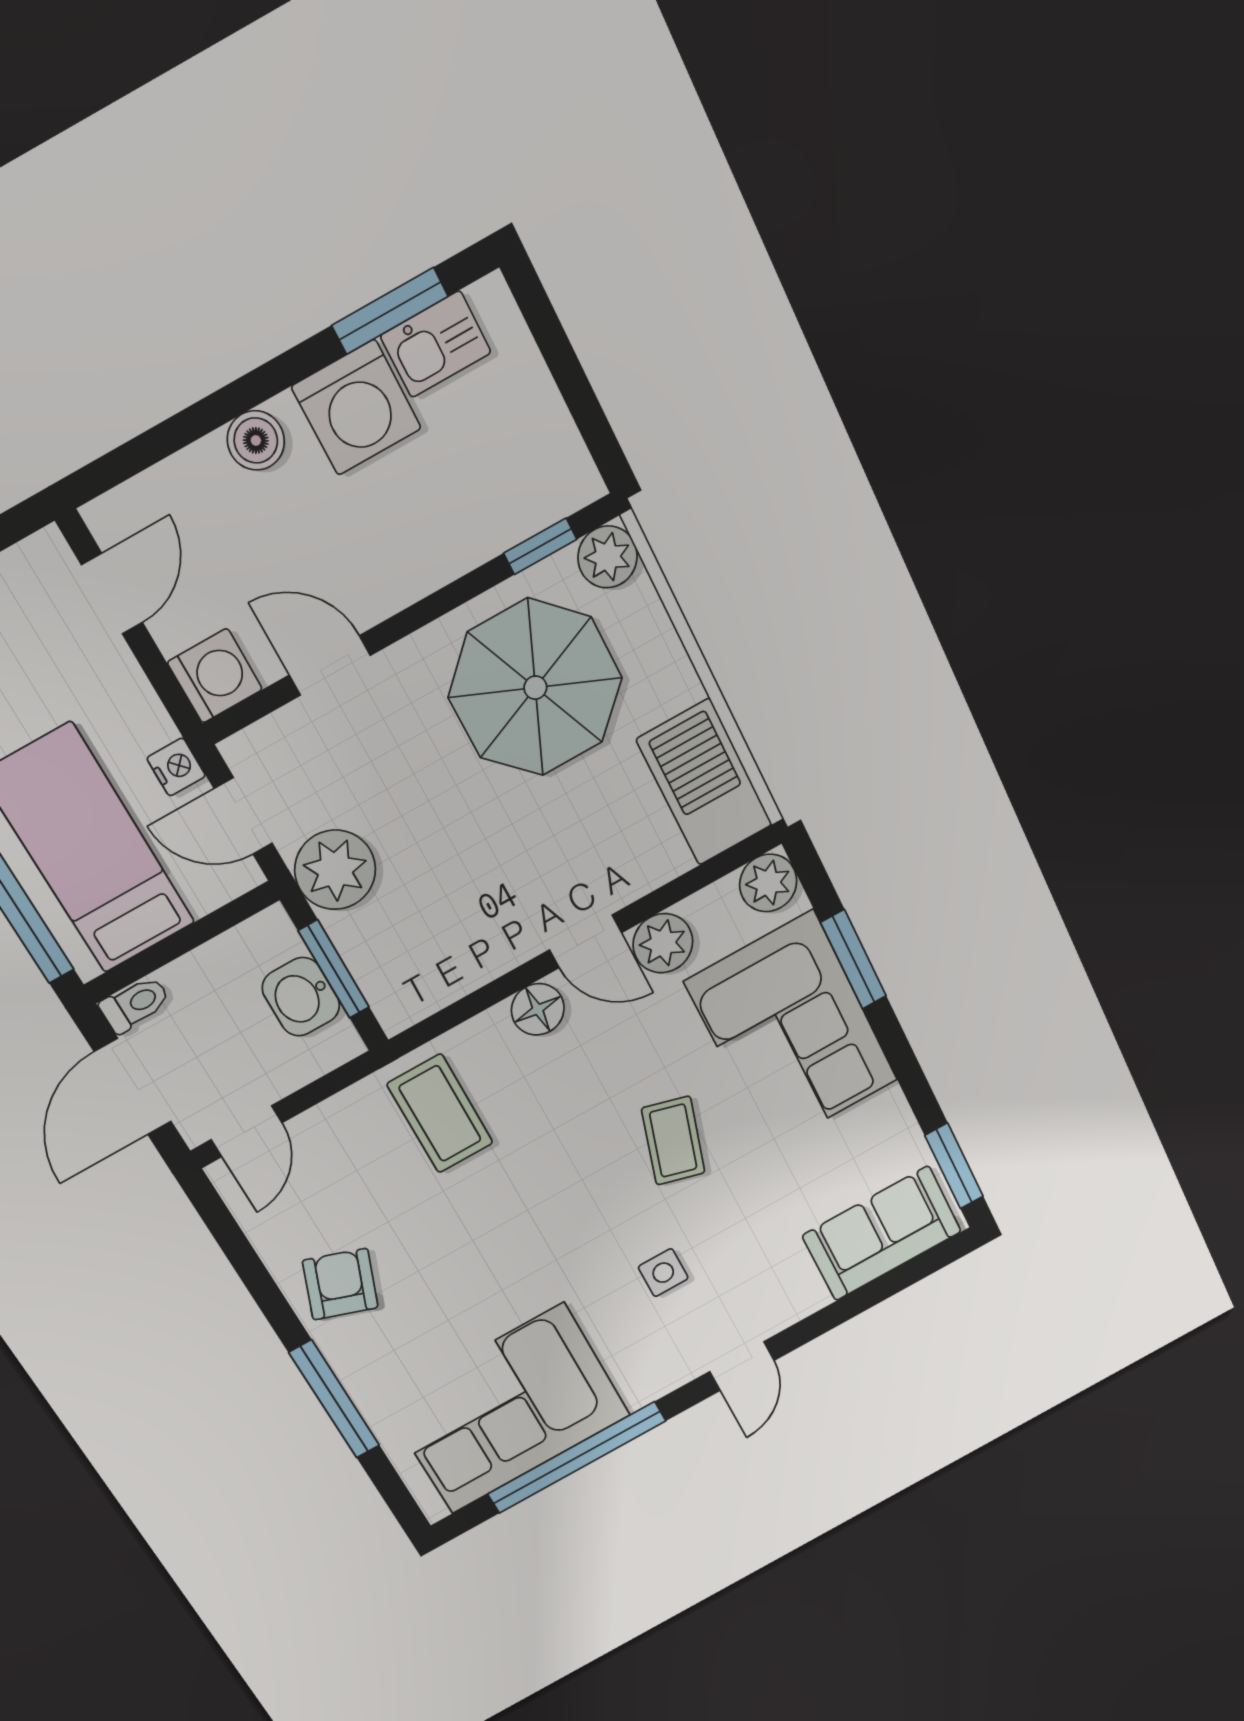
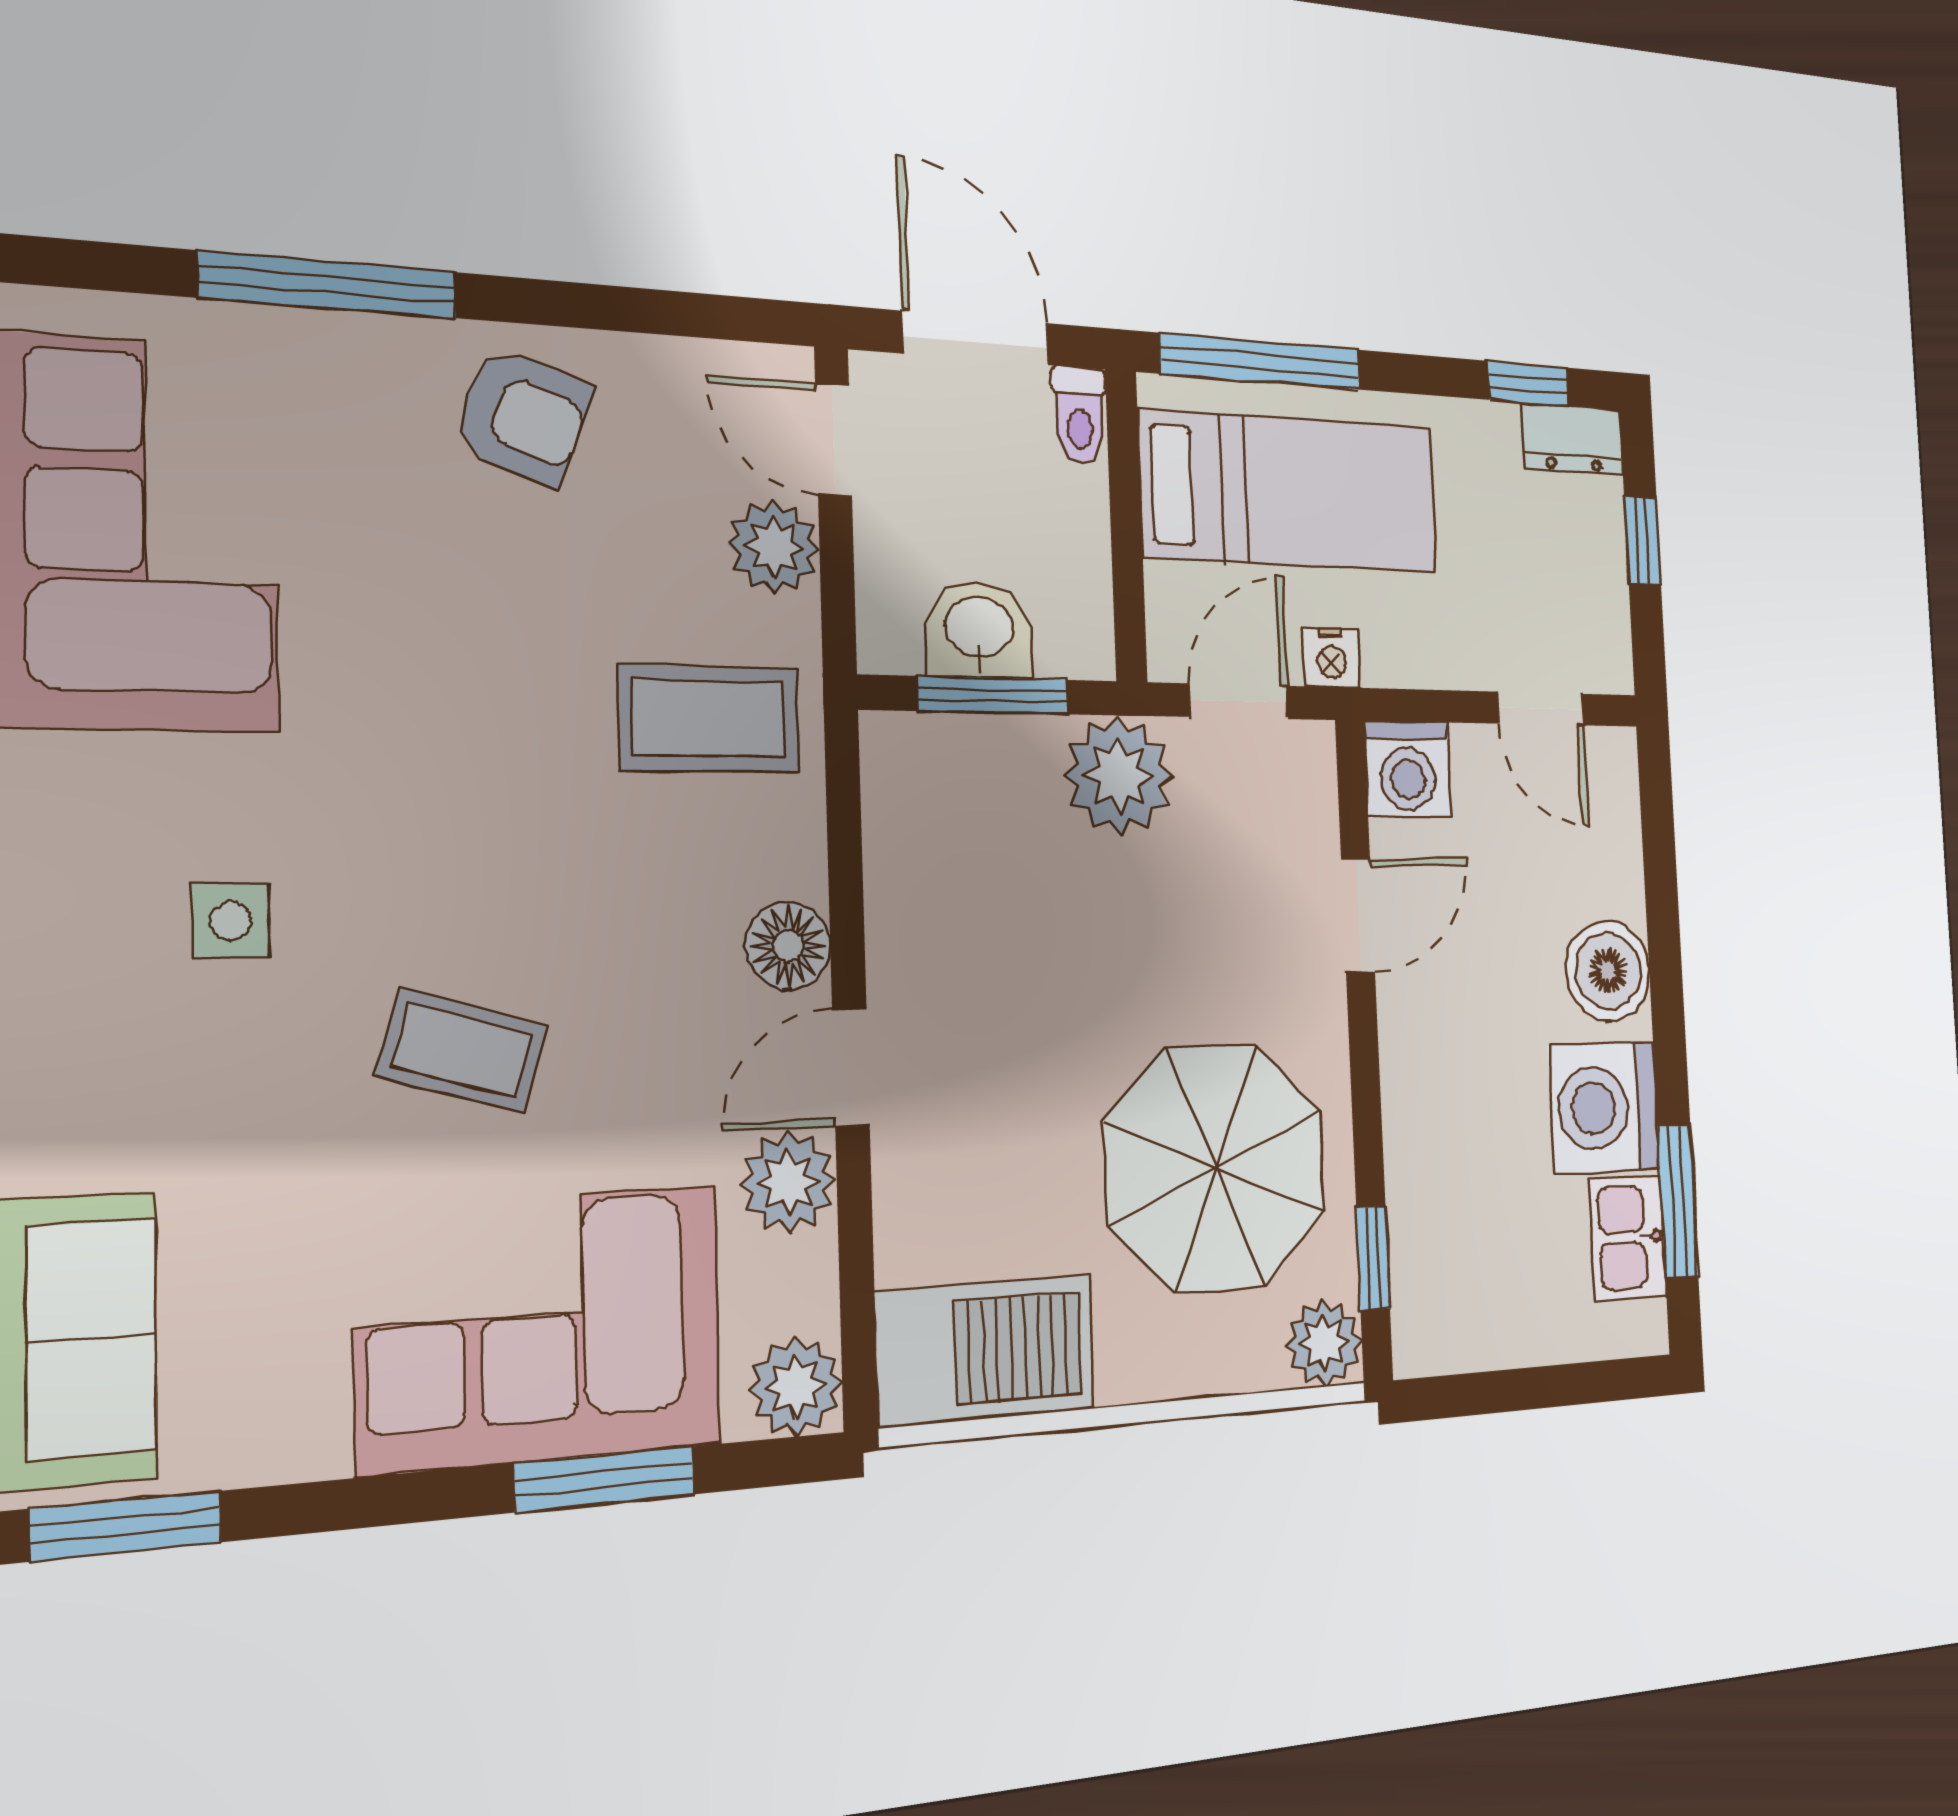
boiler: (256, 440) -> (1608, 971), width x1.36, depth x1.36
plant: (327, 1130) -> (774, 547), added

